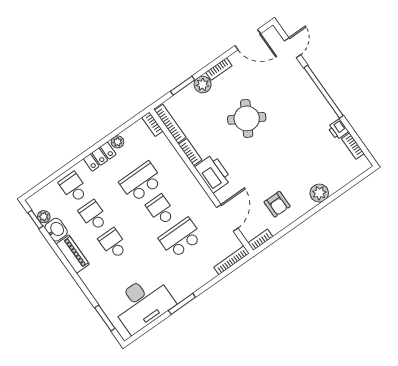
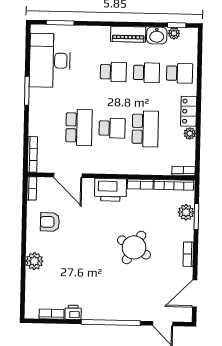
plant: (203, 85) -> (186, 212), moved

